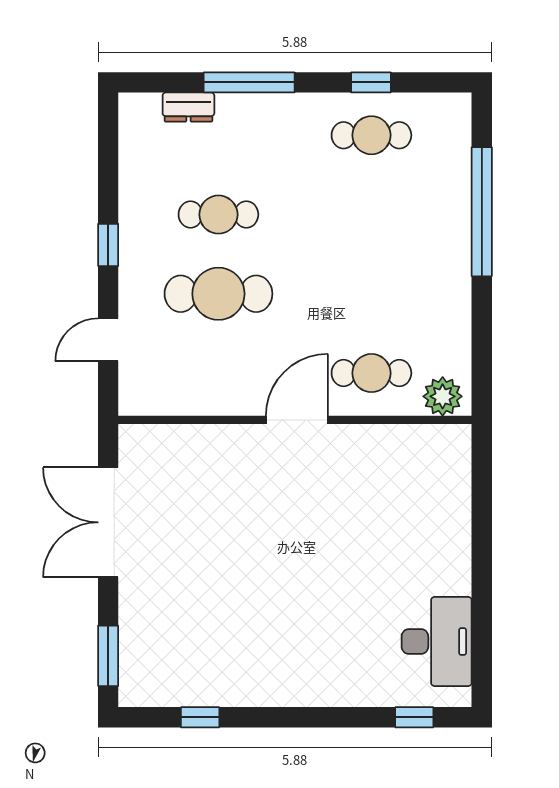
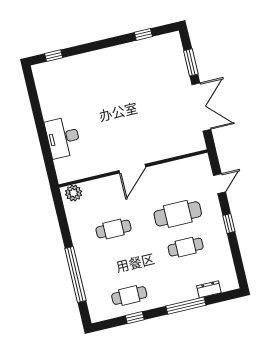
cafe table: (371, 373) -> (114, 229), moved
desk: (437, 641) -> (63, 137), moved
window: (108, 656) -> (191, 62), moved

